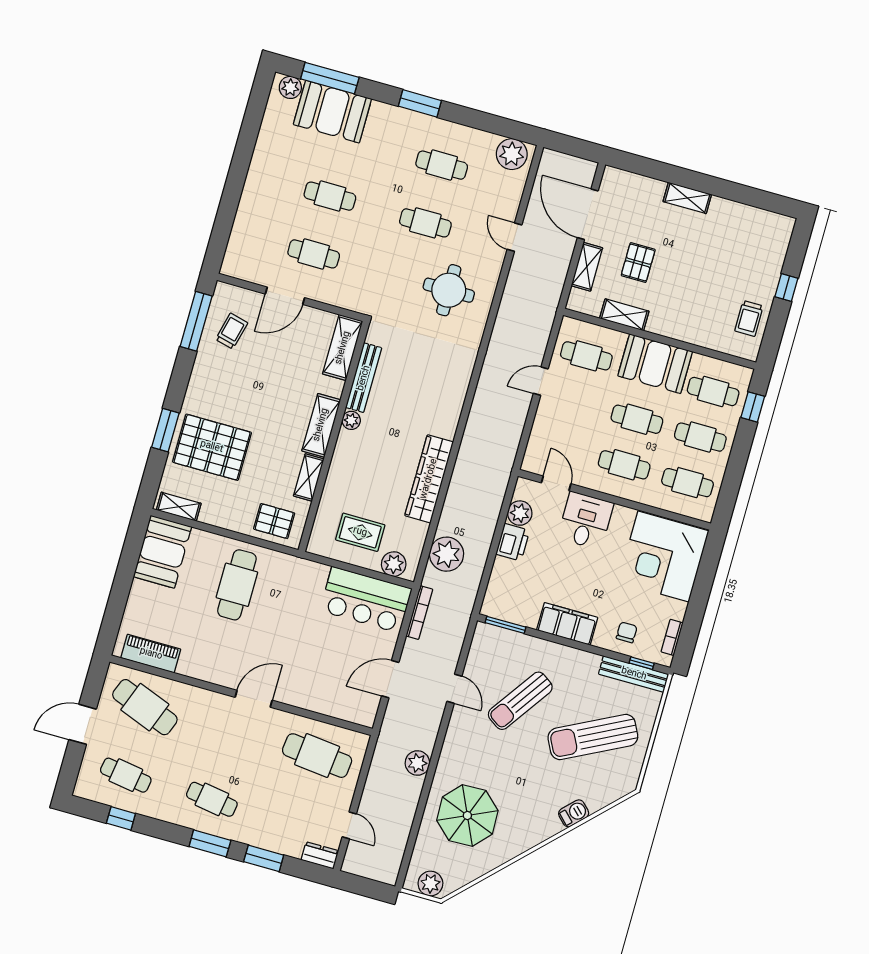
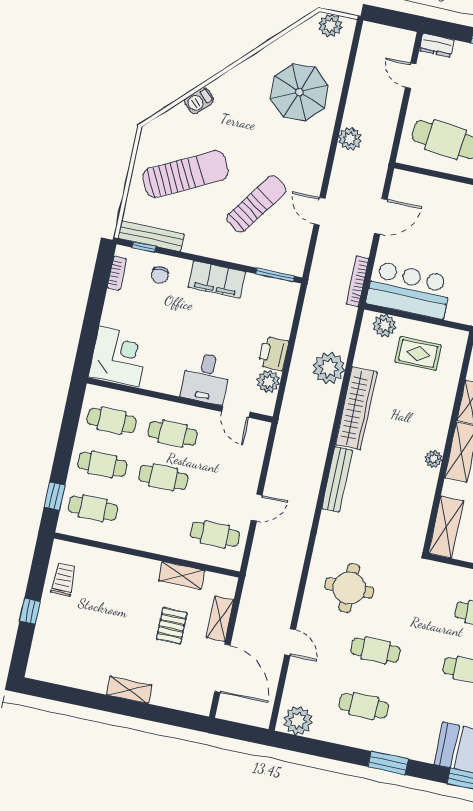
booth: (655, 364) -> (150, 531), removed
bench: (364, 378) -> (337, 479), moved
plant: (447, 554) -> (329, 368), moved
corner desk: (663, 556) -> (119, 356), width x0.74, depth x0.74

